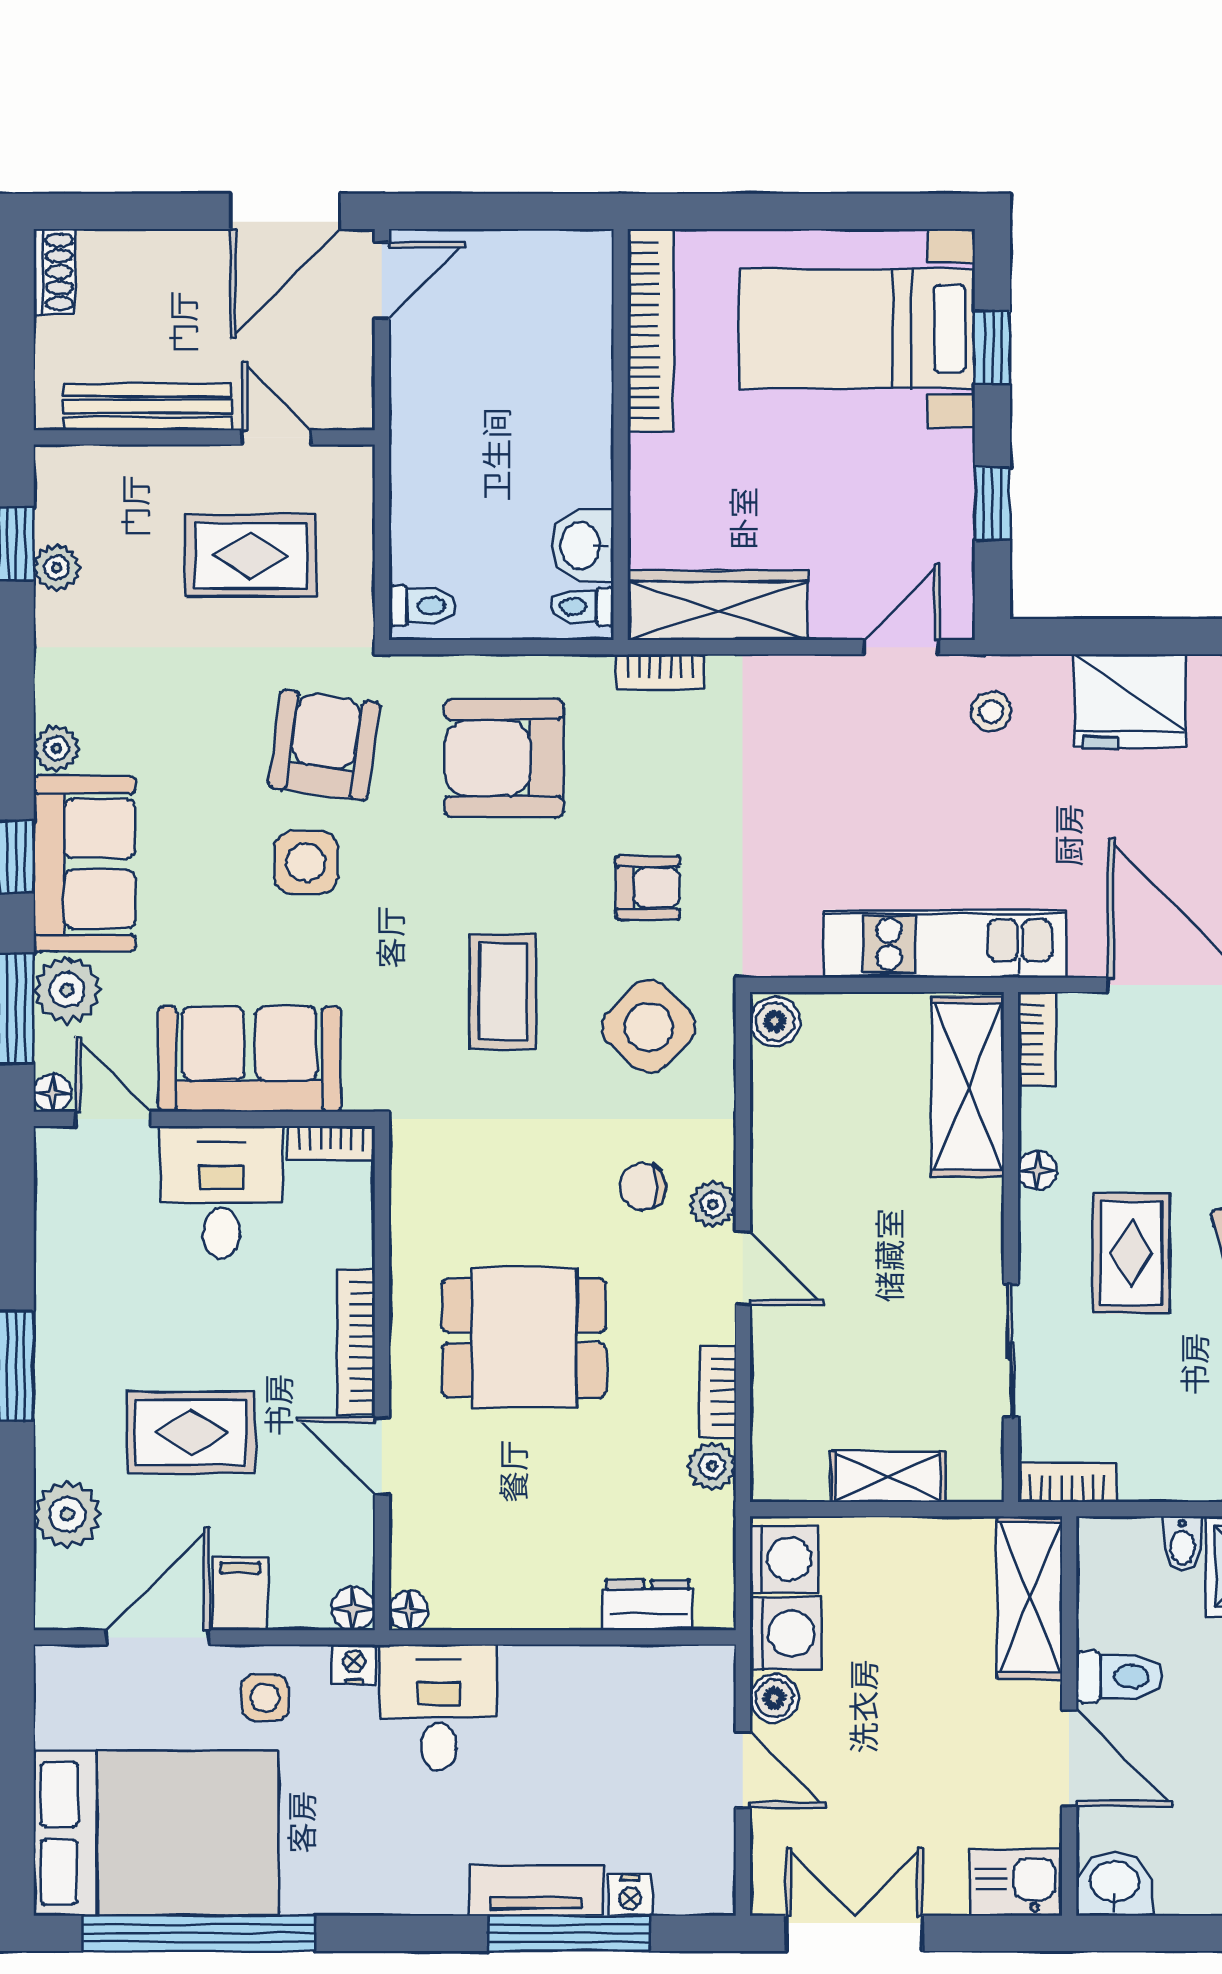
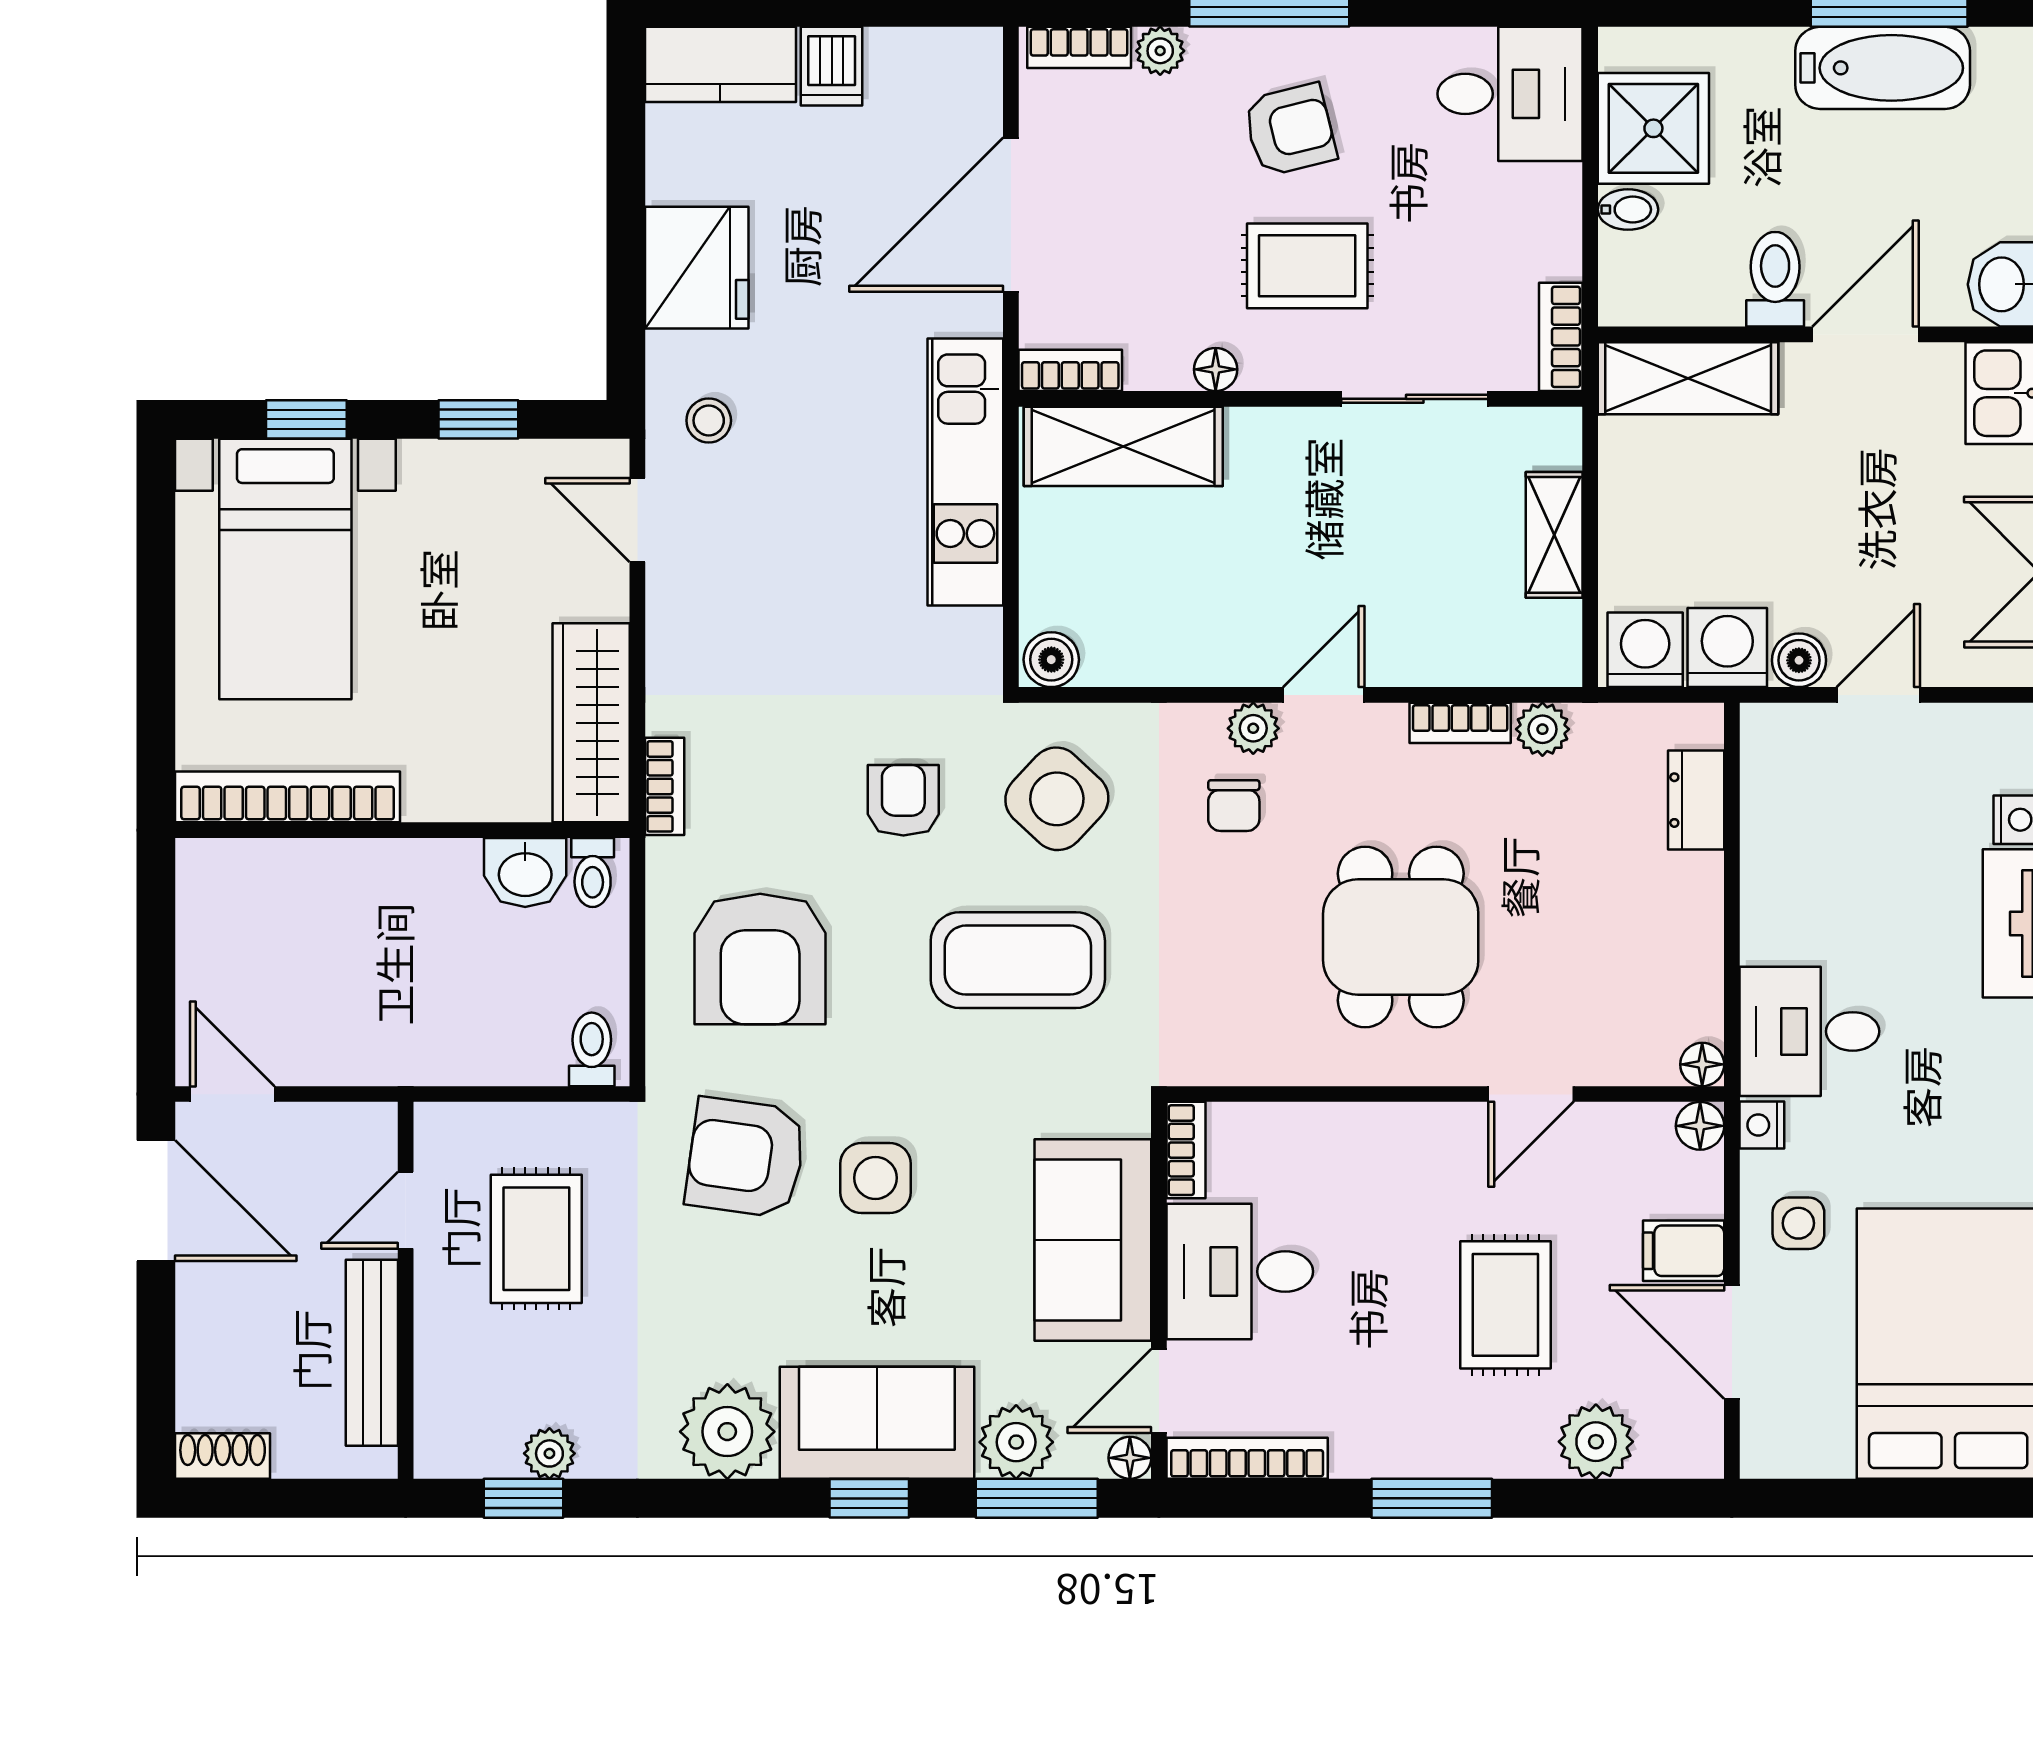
plant: (56, 748) -> (727, 1432), width x1.88, depth x1.88
coffee table: (503, 991) -> (1018, 960), width x1.36, depth x1.32
bookcase: (356, 1342) -> (1247, 1458), moved, turned 180

